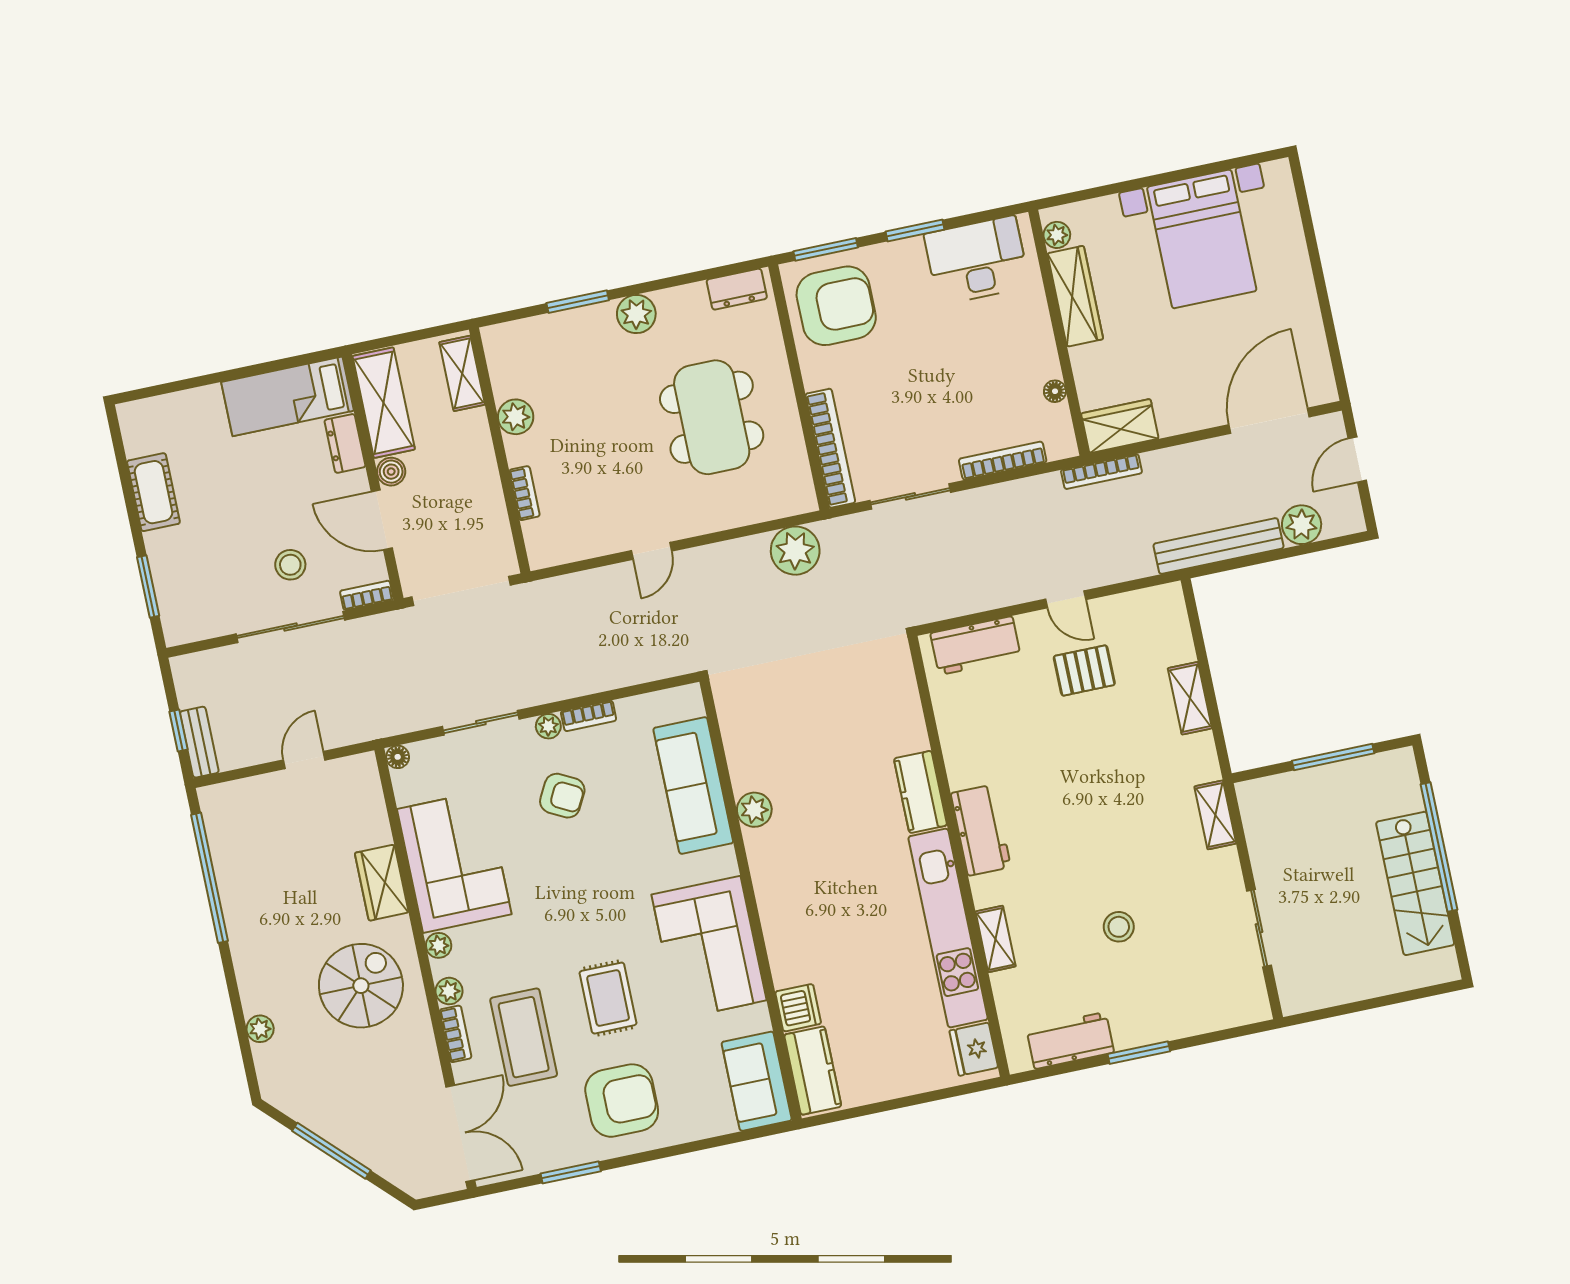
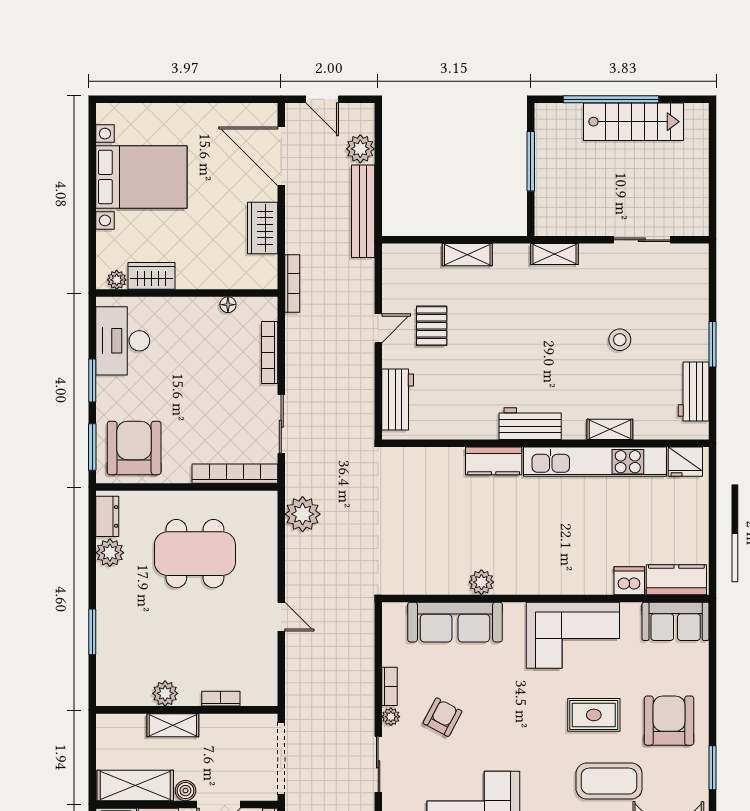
wardrobe: (1075, 296) -> (152, 276), width x0.67
plant: (636, 314) -> (110, 553), moved
shelving: (462, 373) -> (173, 725), moved
wardrobe: (1120, 426) -> (263, 228), moved

